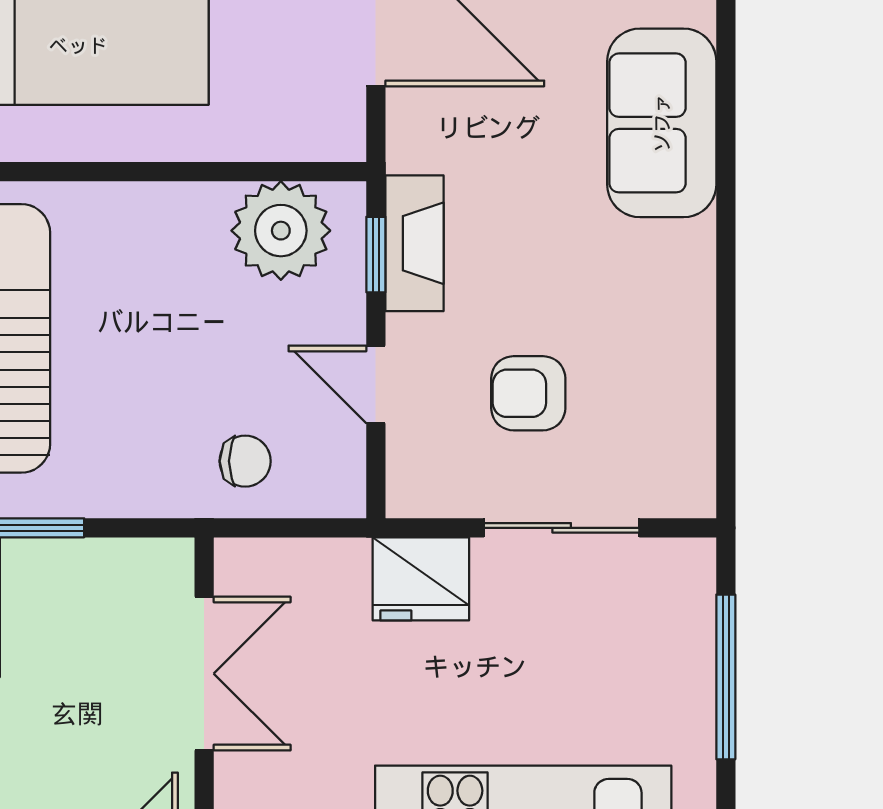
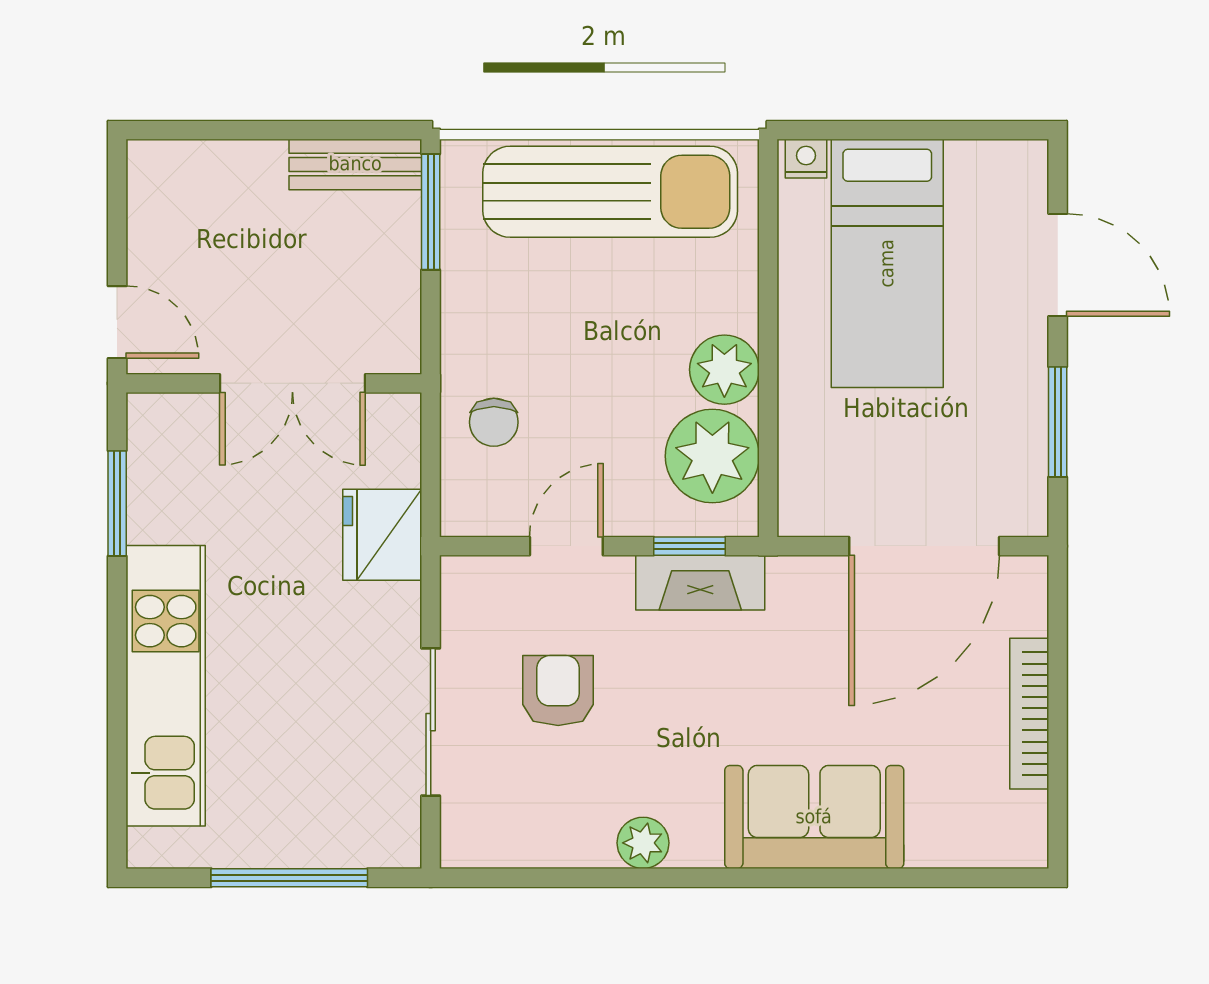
plant: (190, 218) -> (724, 370), added
plant: (689, 304) -> (643, 843), added
fridge: (421, 579) -> (382, 535), moved

